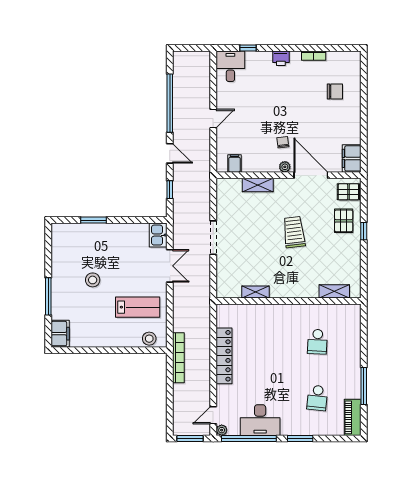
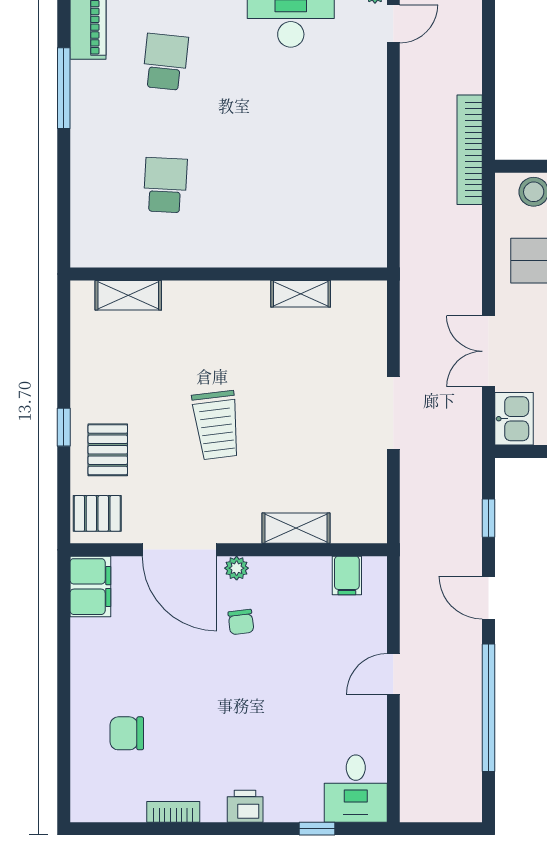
locker: (224, 356) -> (370, 154), removed

